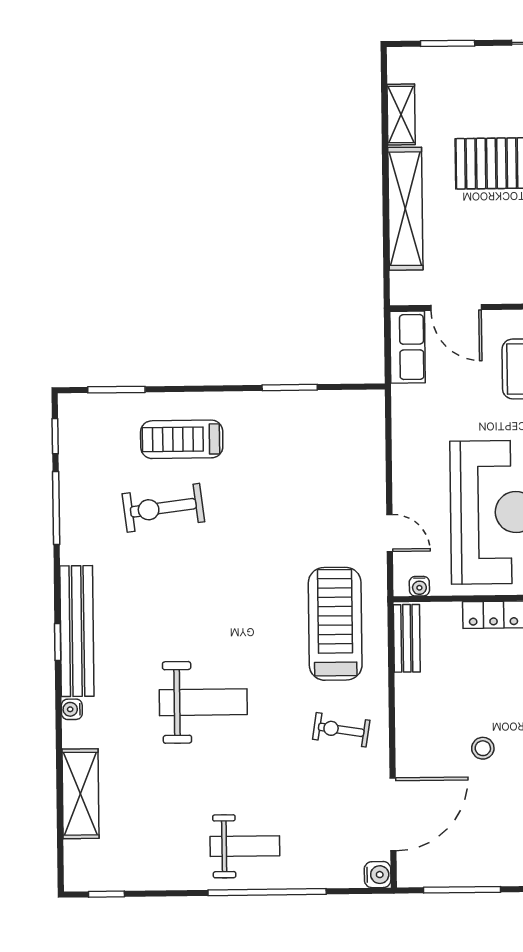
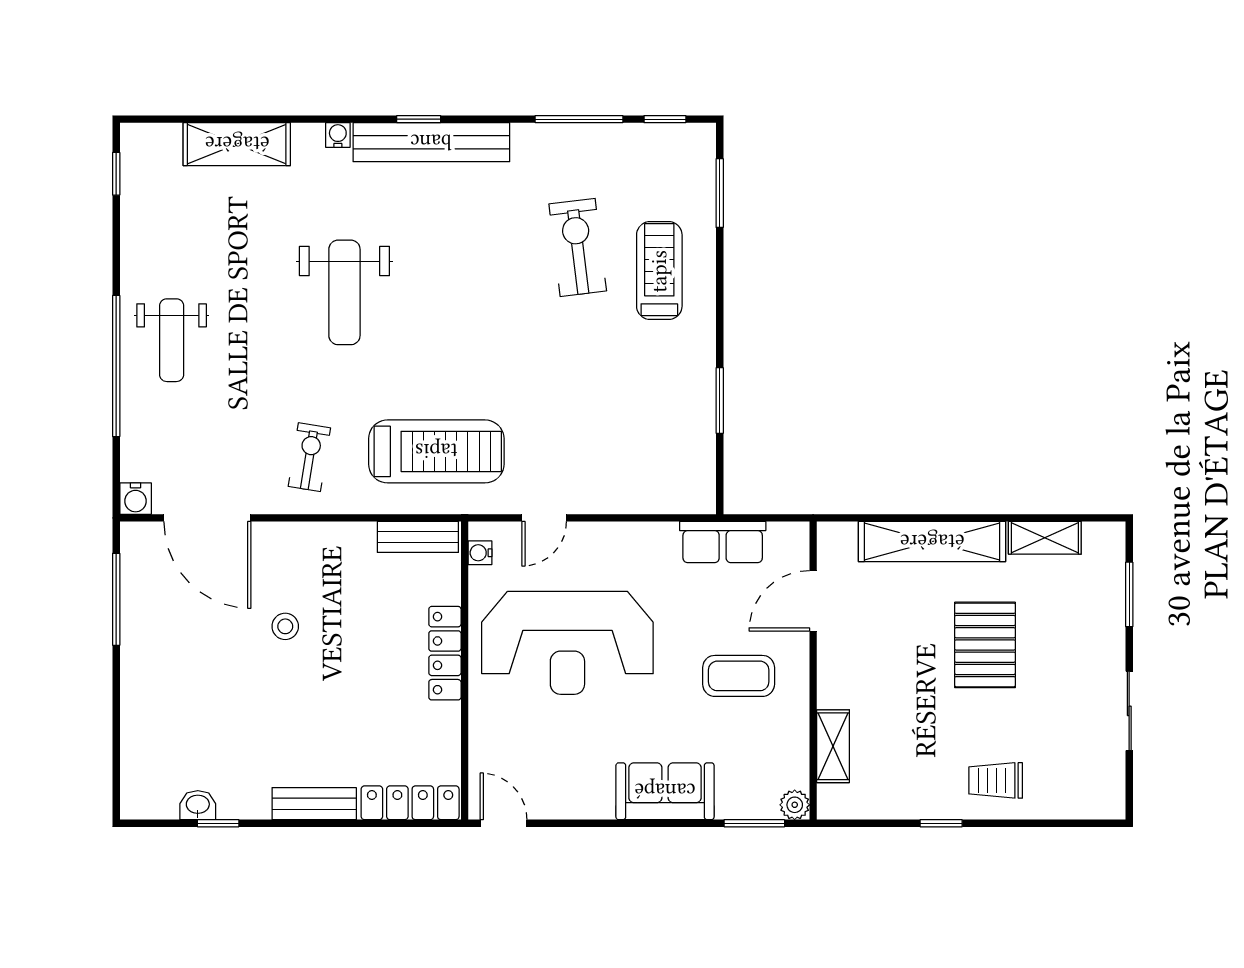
row of seats: (408, 347) -> (723, 542), moved

